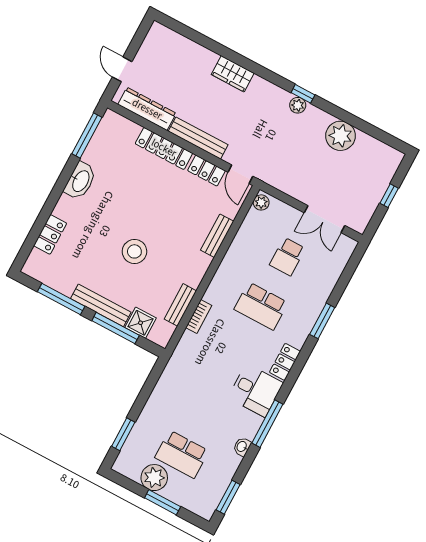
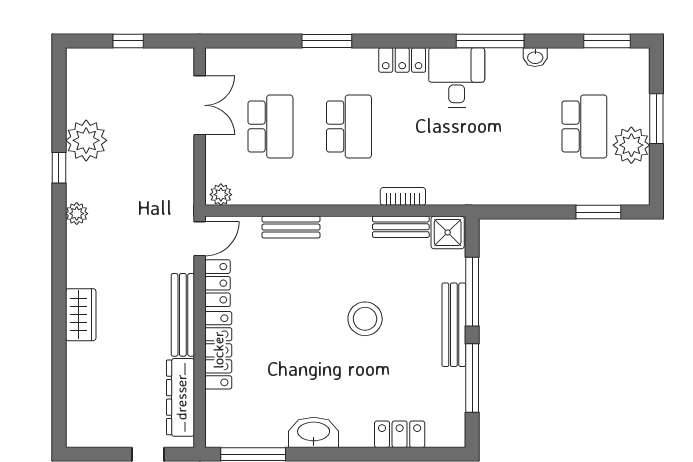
window: (303, 94) -> (59, 168), moved
school desk: (287, 257) -> (270, 126), width x1.85
shower: (141, 323) -> (448, 232), moved

